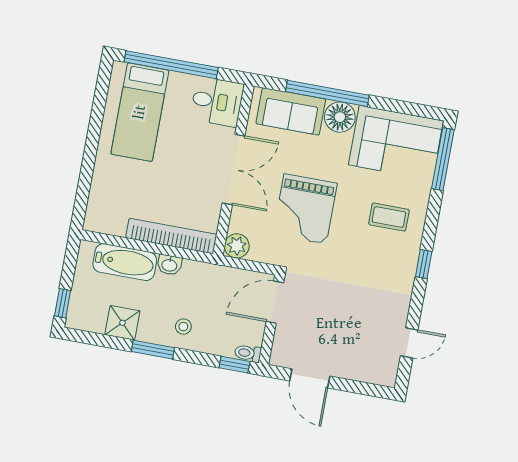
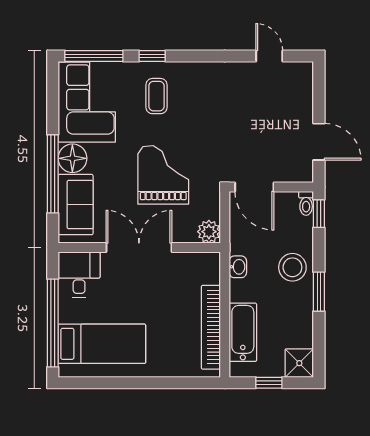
grand piano: (305, 209) -> (163, 175), turned -90
bookcase: (171, 236) -> (211, 327), moved
window: (424, 264) -> (152, 56), moved
washbasin: (169, 265) -> (238, 267), moved
window: (63, 303) -> (269, 383), moved
shower: (122, 323) -> (299, 363), moved
stool: (183, 327) -> (292, 267), width x1.89, depth x1.89
door: (310, 378) -> (319, 142), hinge flipped

